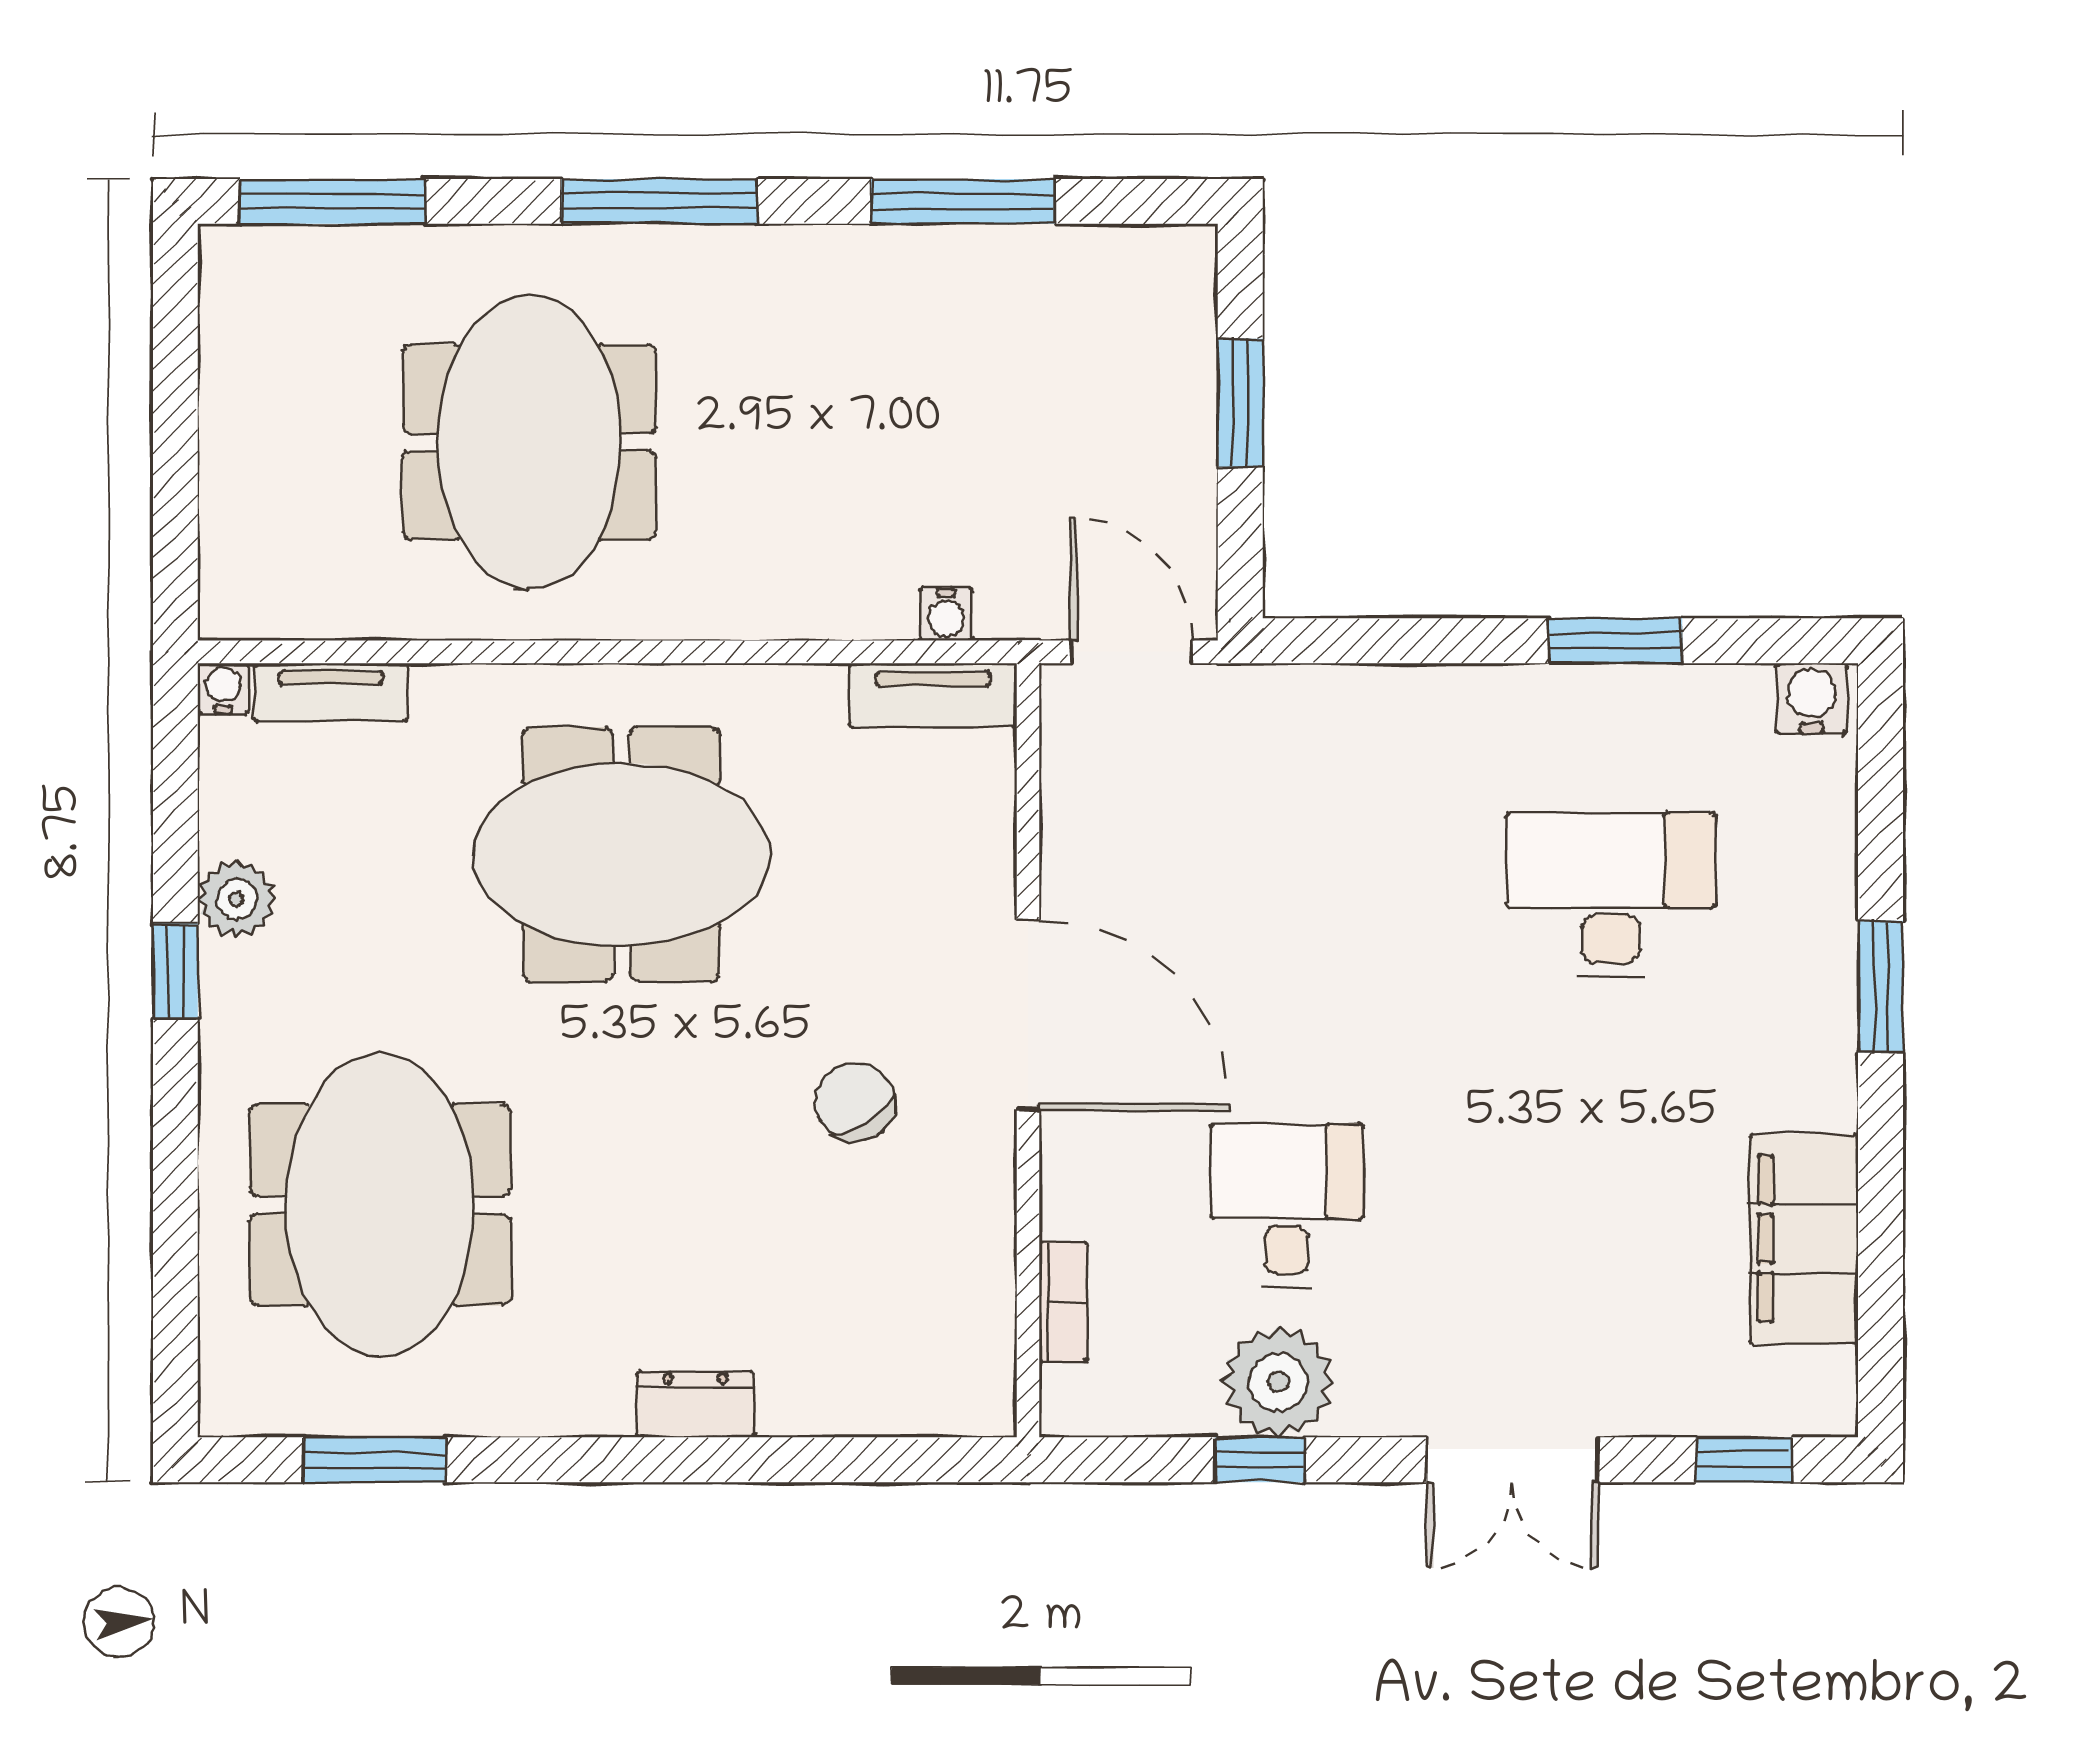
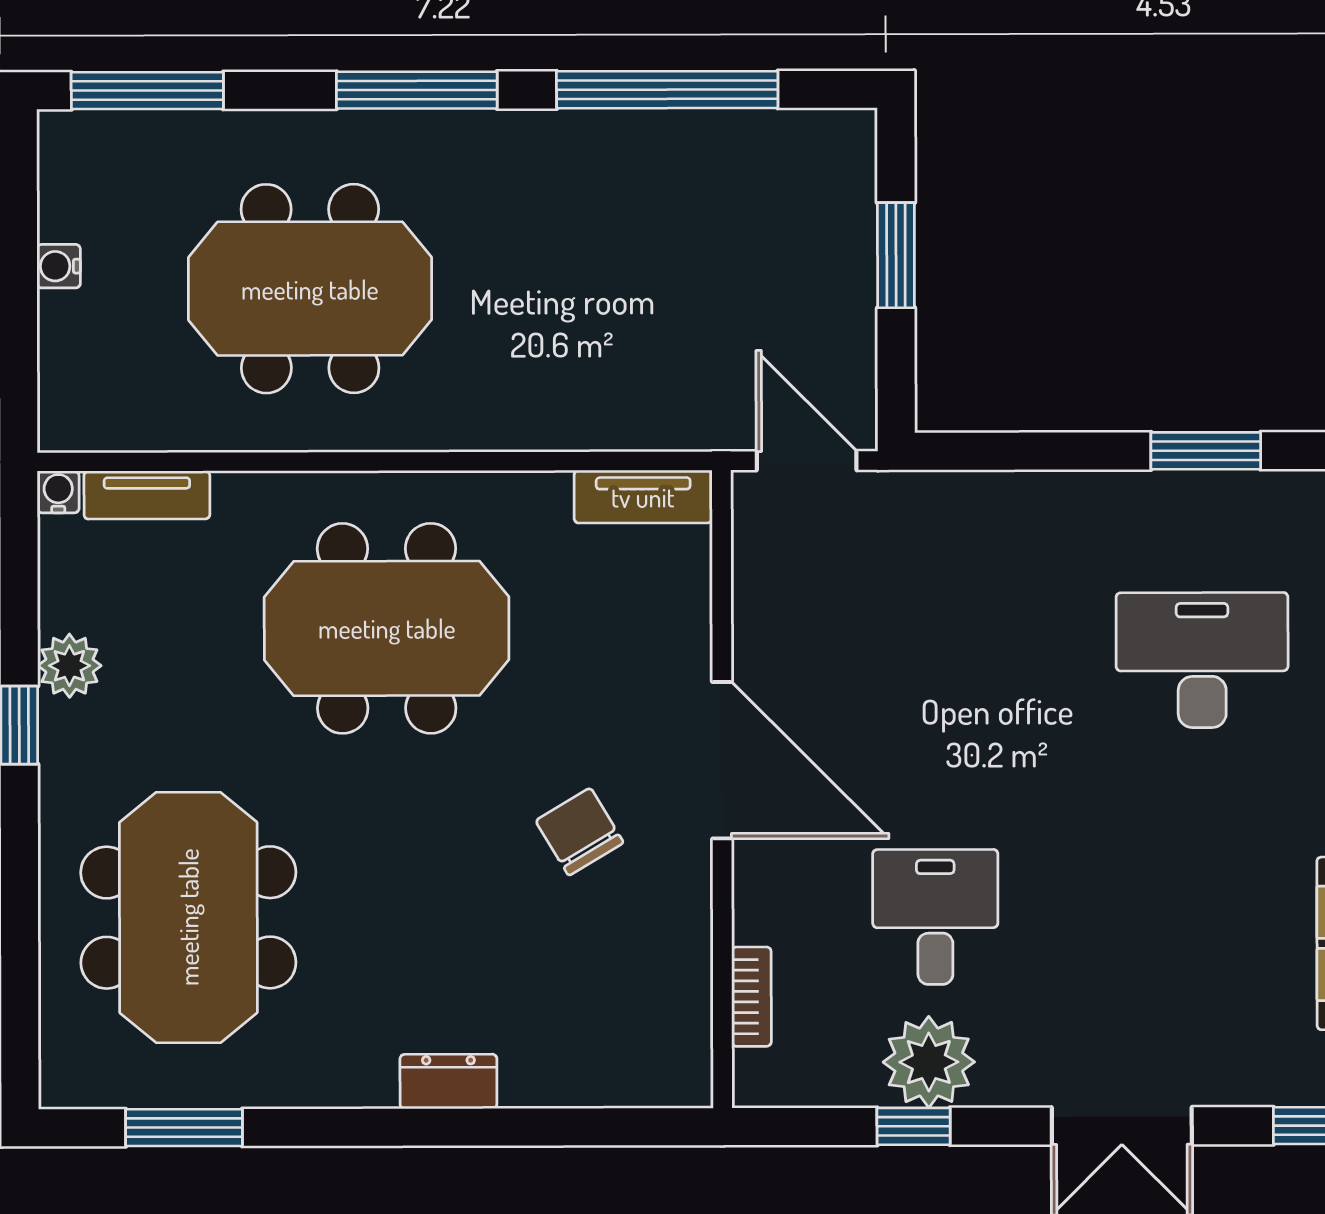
window: (963, 201) -> (667, 90), width x1.46
meeting table: (529, 442) -> (310, 289), turned 90
water cooler: (946, 614) -> (59, 266), moved, turned 90

